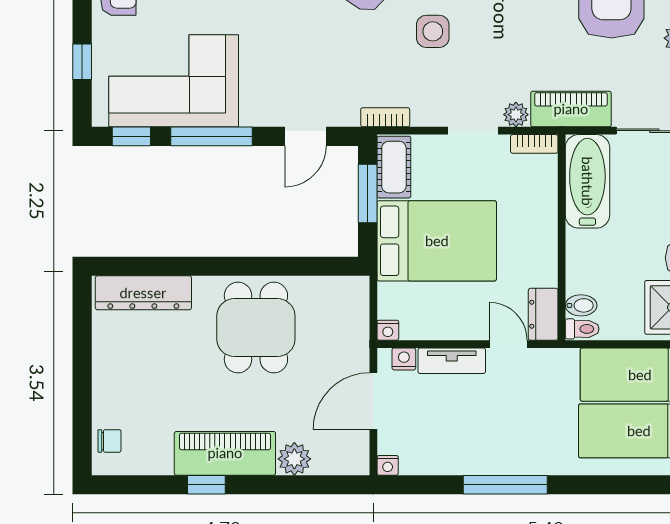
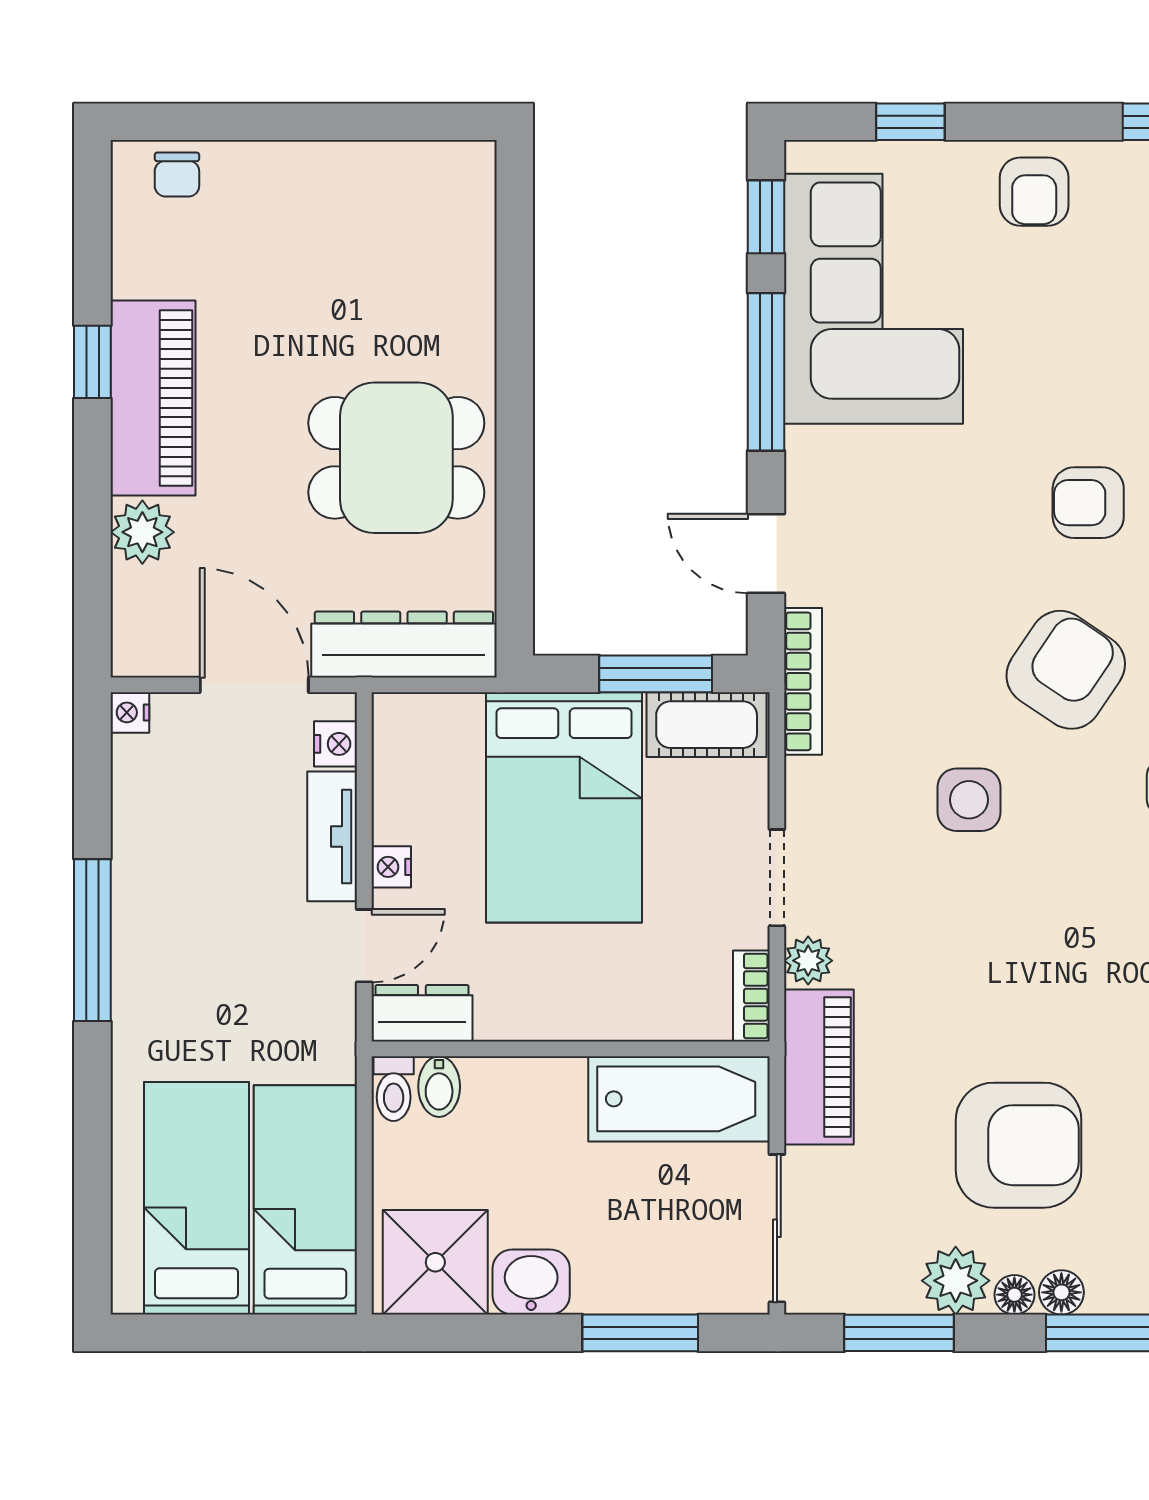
bookcase: (385, 117) -> (803, 681), width x1.56
dresser: (143, 293) -> (404, 644), moved, turned 90
nightstand: (388, 330) -> (391, 867), moved

